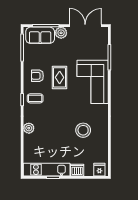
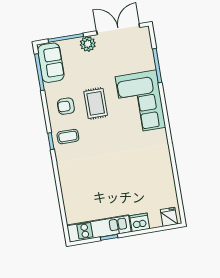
sofa: (40, 35) -> (51, 63), moved, turned -90
plant: (29, 128) -> (66, 177), removed
stool: (83, 130) -> (139, 168), removed

